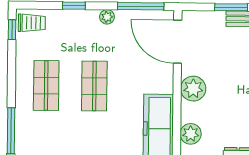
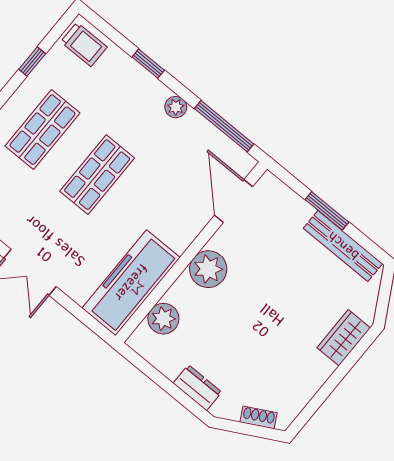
window: (12, 30) -> (32, 61), moved
door: (178, 42) -> (234, 201), width x0.73

